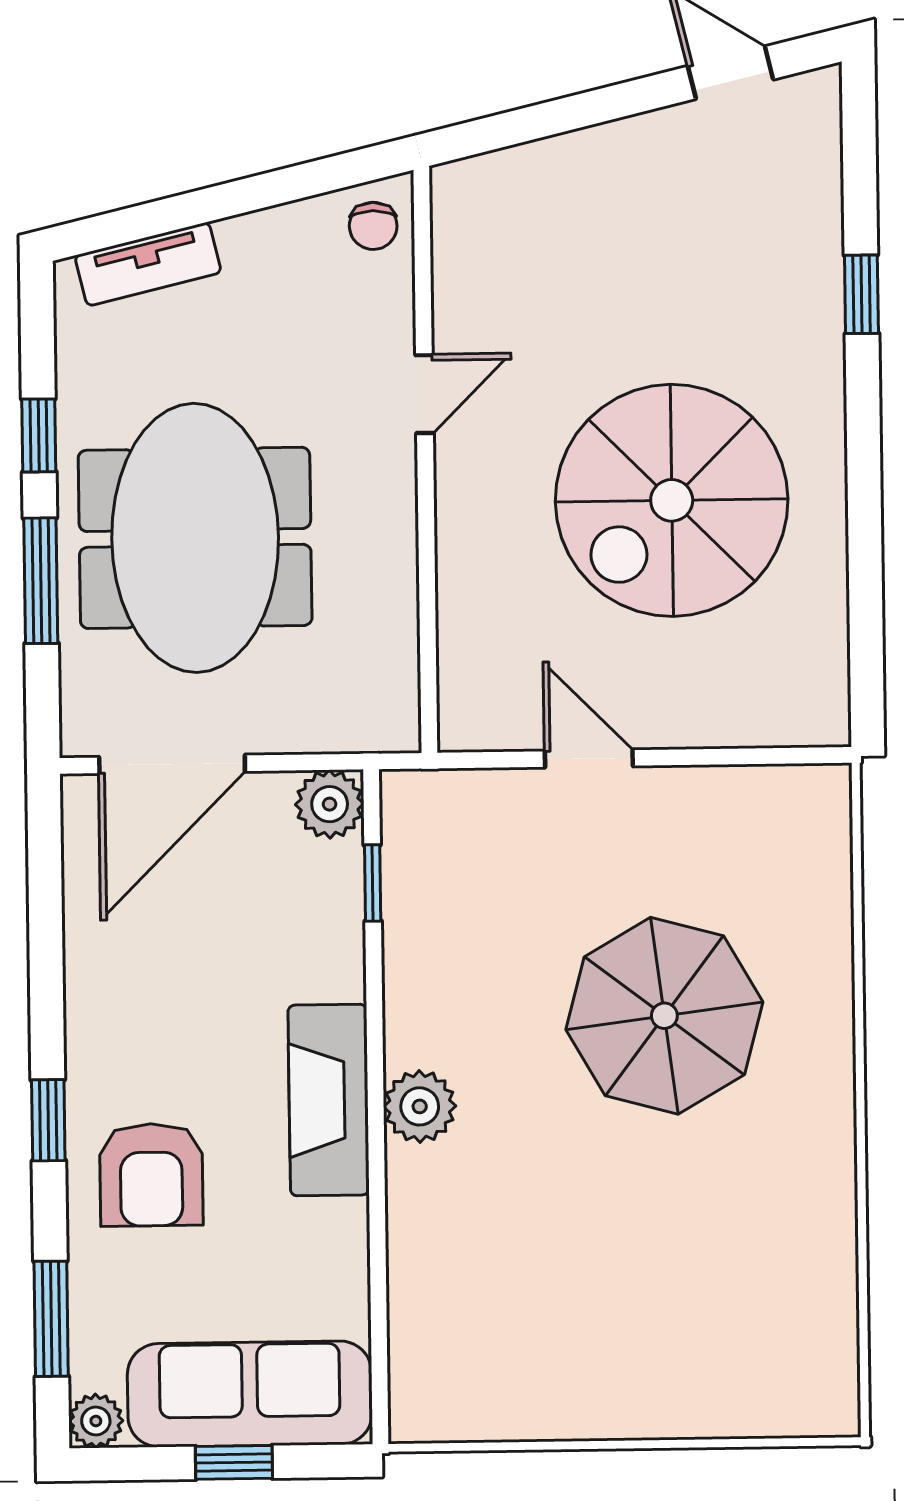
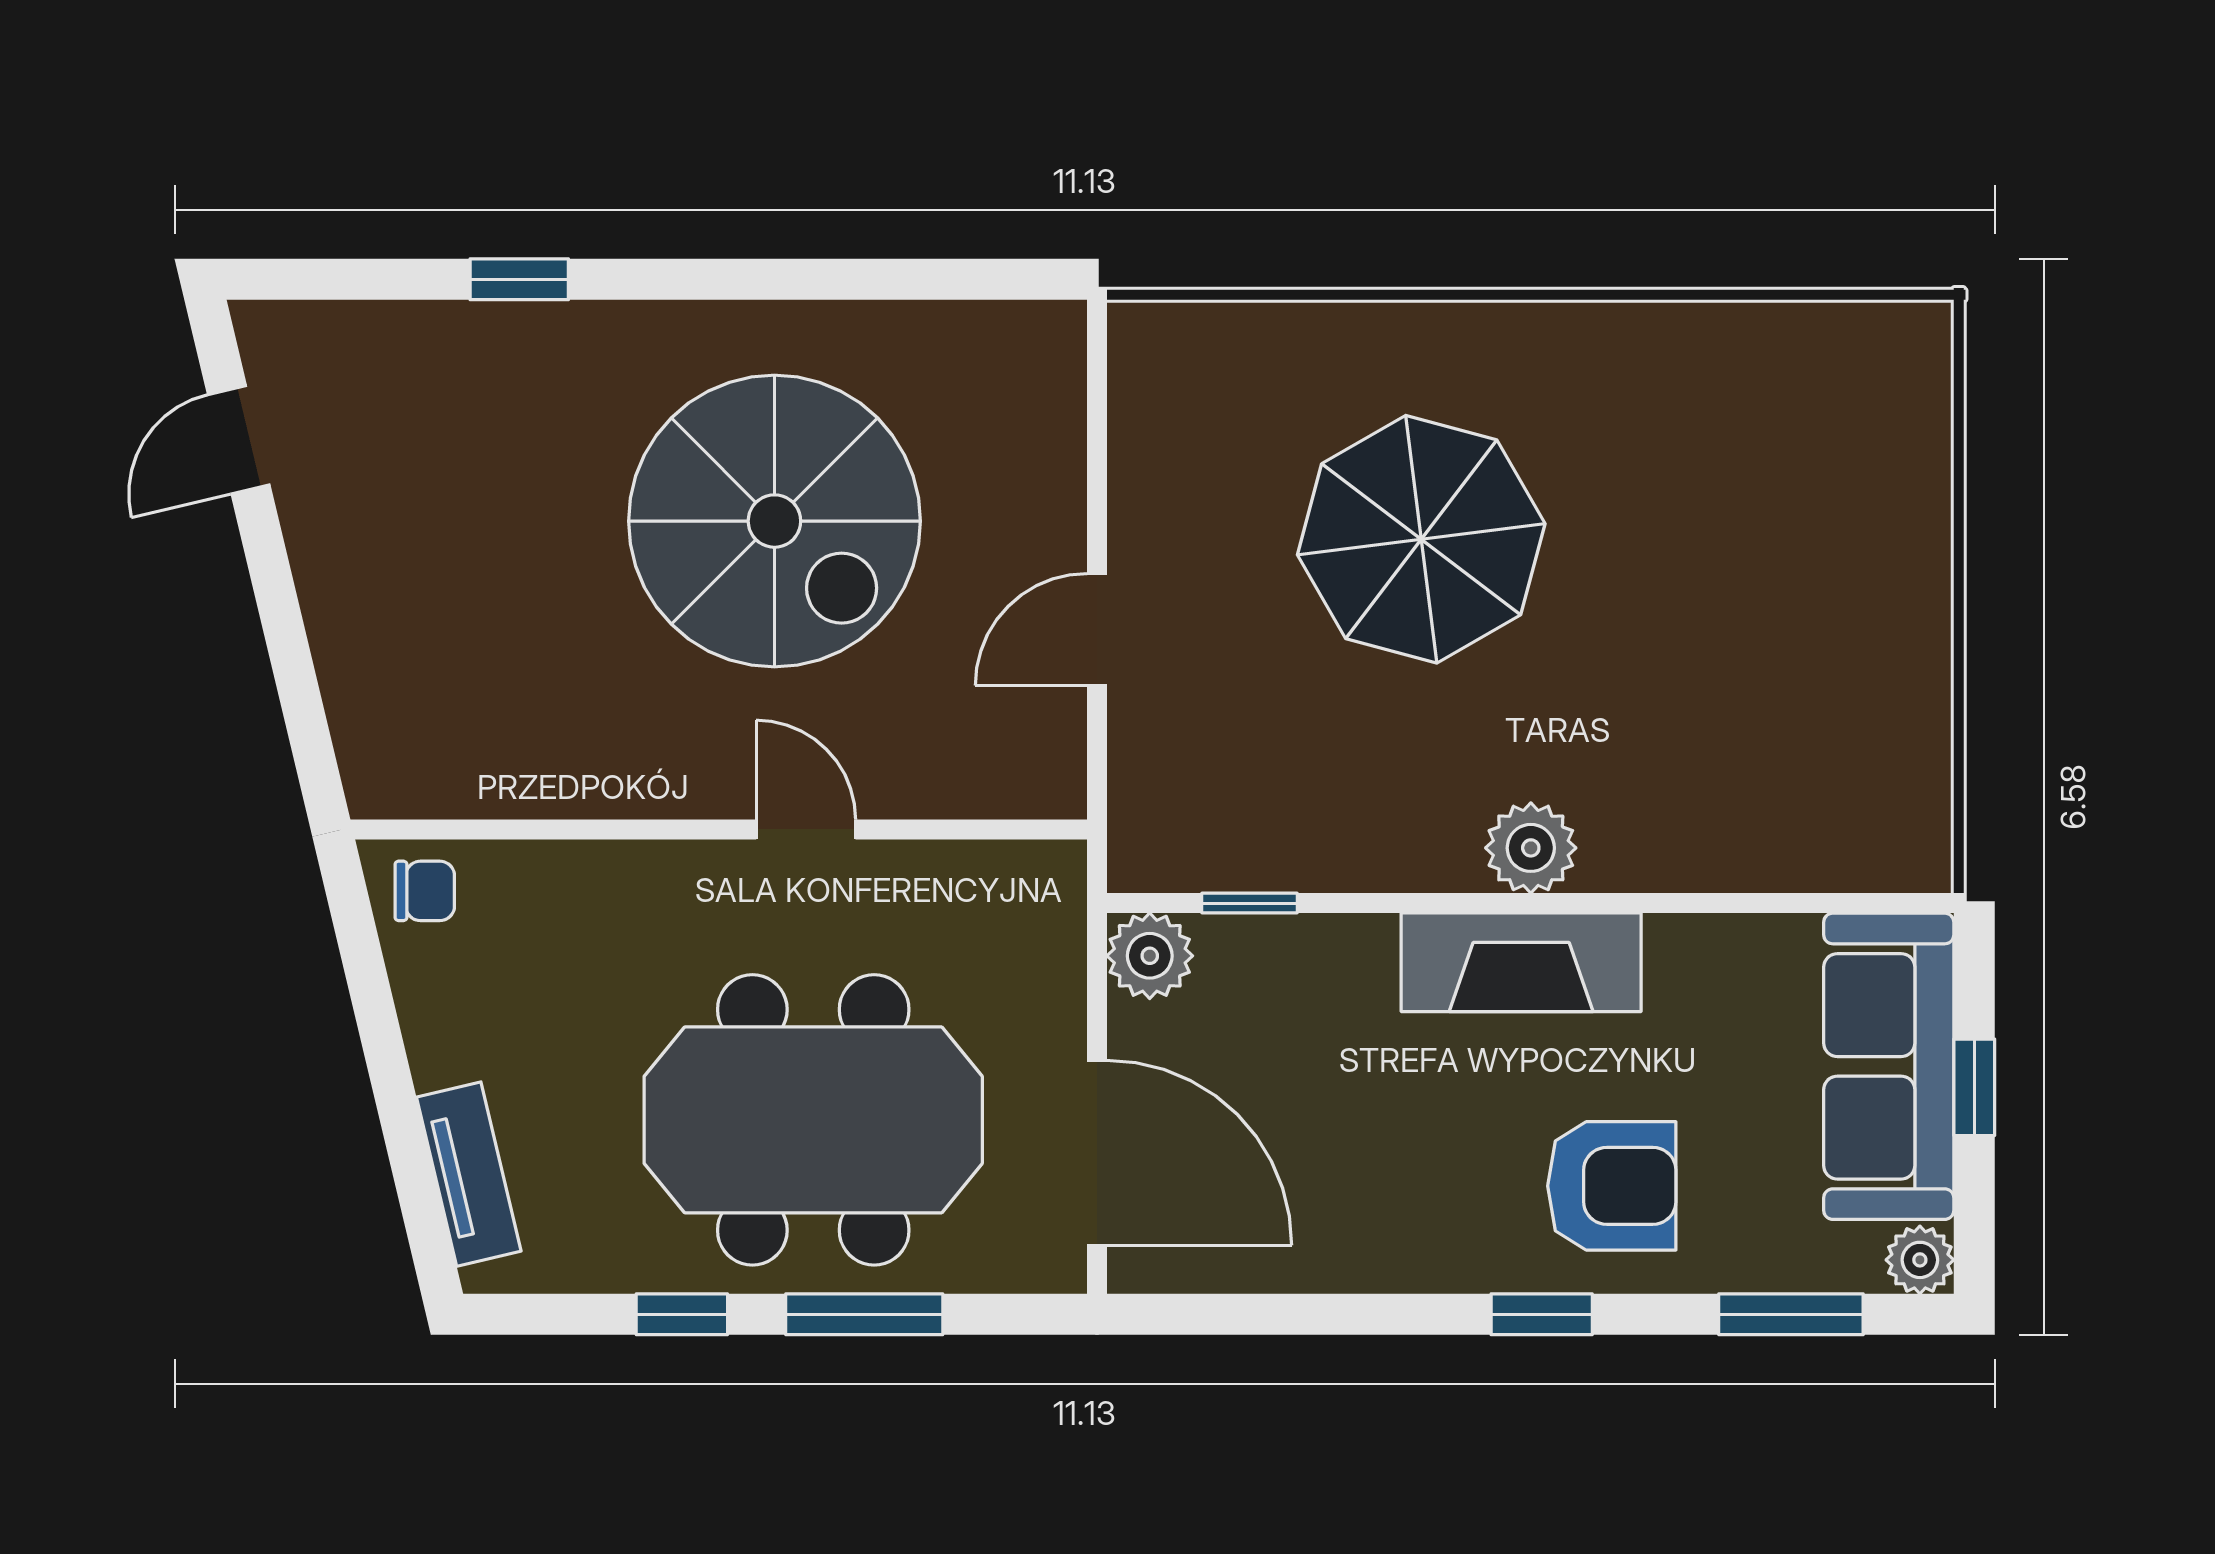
door: (424, 394) -> (806, 829), moved

